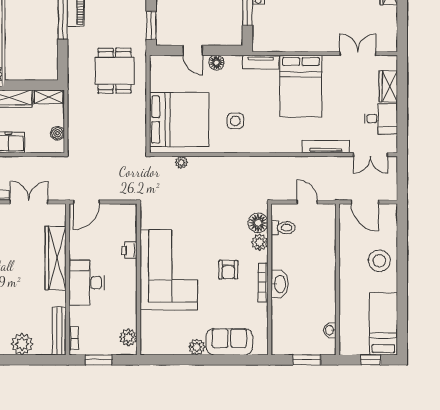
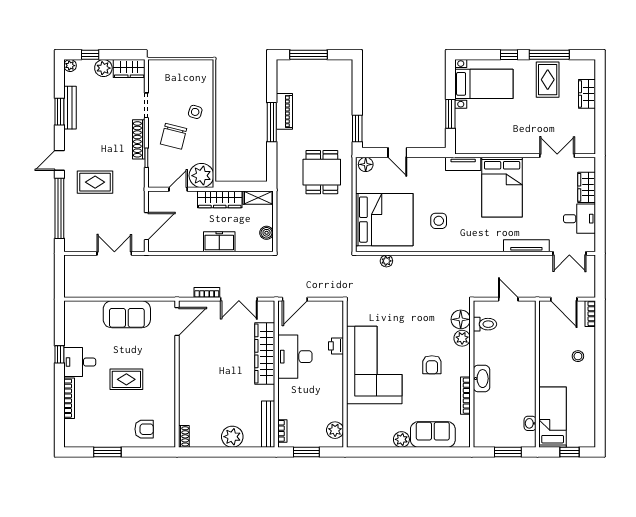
floor lamp: (216, 63) -> (366, 164), moved
double door: (29, 202) -> (239, 299), swing flipped
bookcase: (392, 217) -> (590, 314), added
stool: (379, 261) -> (578, 356), width x0.53, depth x0.53
bookcase: (263, 282) -> (465, 396), moved
desk: (87, 283) -> (295, 357), moved
bed: (383, 324) -> (553, 417), moved

